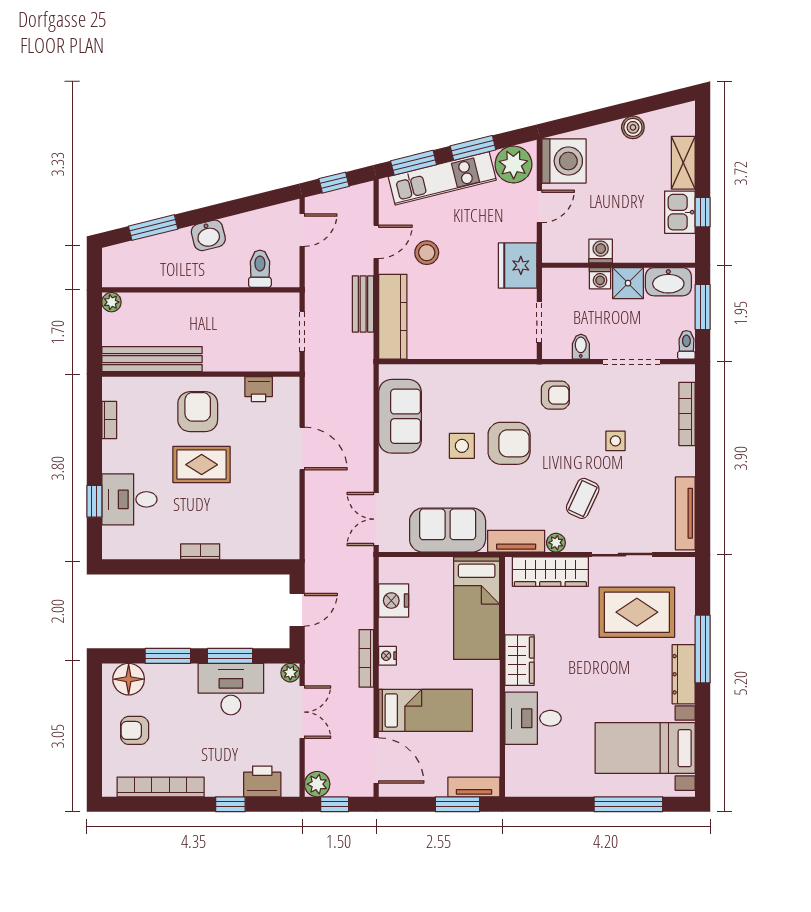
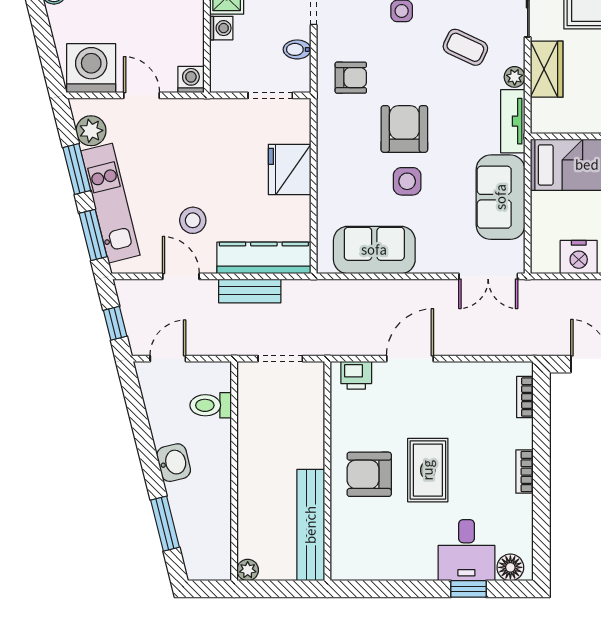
plant: (513, 164) -> (91, 131), width x0.73, depth x0.73
door: (302, 230) -> (168, 359), hinge flipped
washing machine: (601, 251) -> (191, 79), moved, turned 90
fridge: (518, 265) -> (290, 170), moved, turned 90
printer: (259, 389) -> (356, 375), moved, turned 90
armchair: (555, 395) -> (351, 78), turned 90
bookcase: (109, 420) -> (525, 397), moved, turned -90
floor lamp: (114, 539) -> (510, 567), added
wardrobe: (550, 572) -> (547, 69), width x0.67

